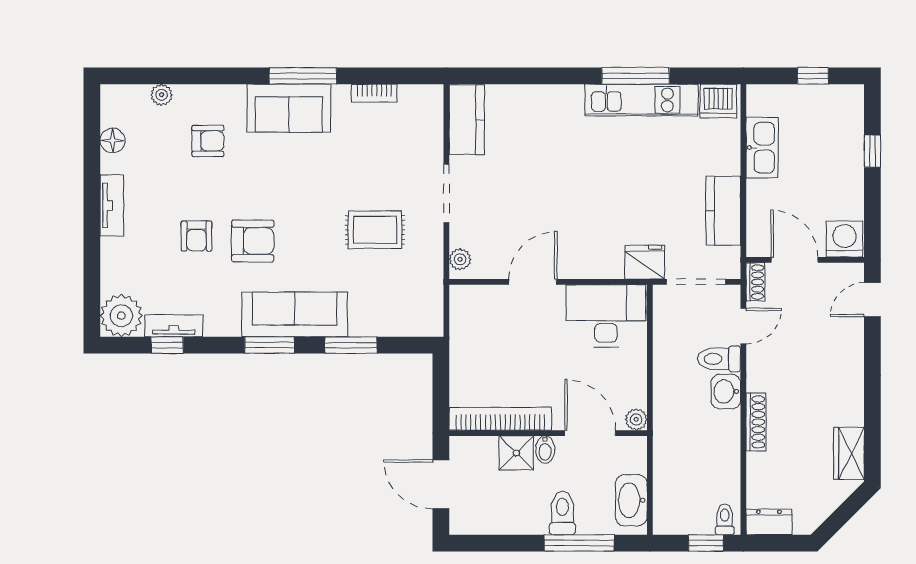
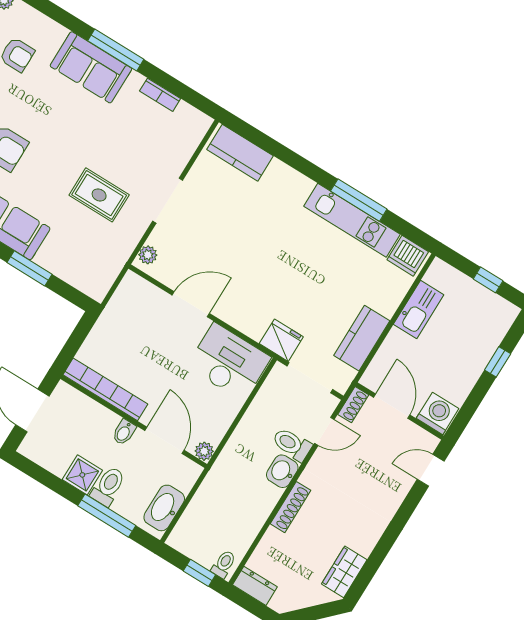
kitchen counter: (467, 120) -> (240, 153), moved, turned 90
shower: (516, 453) -> (82, 475), moved

